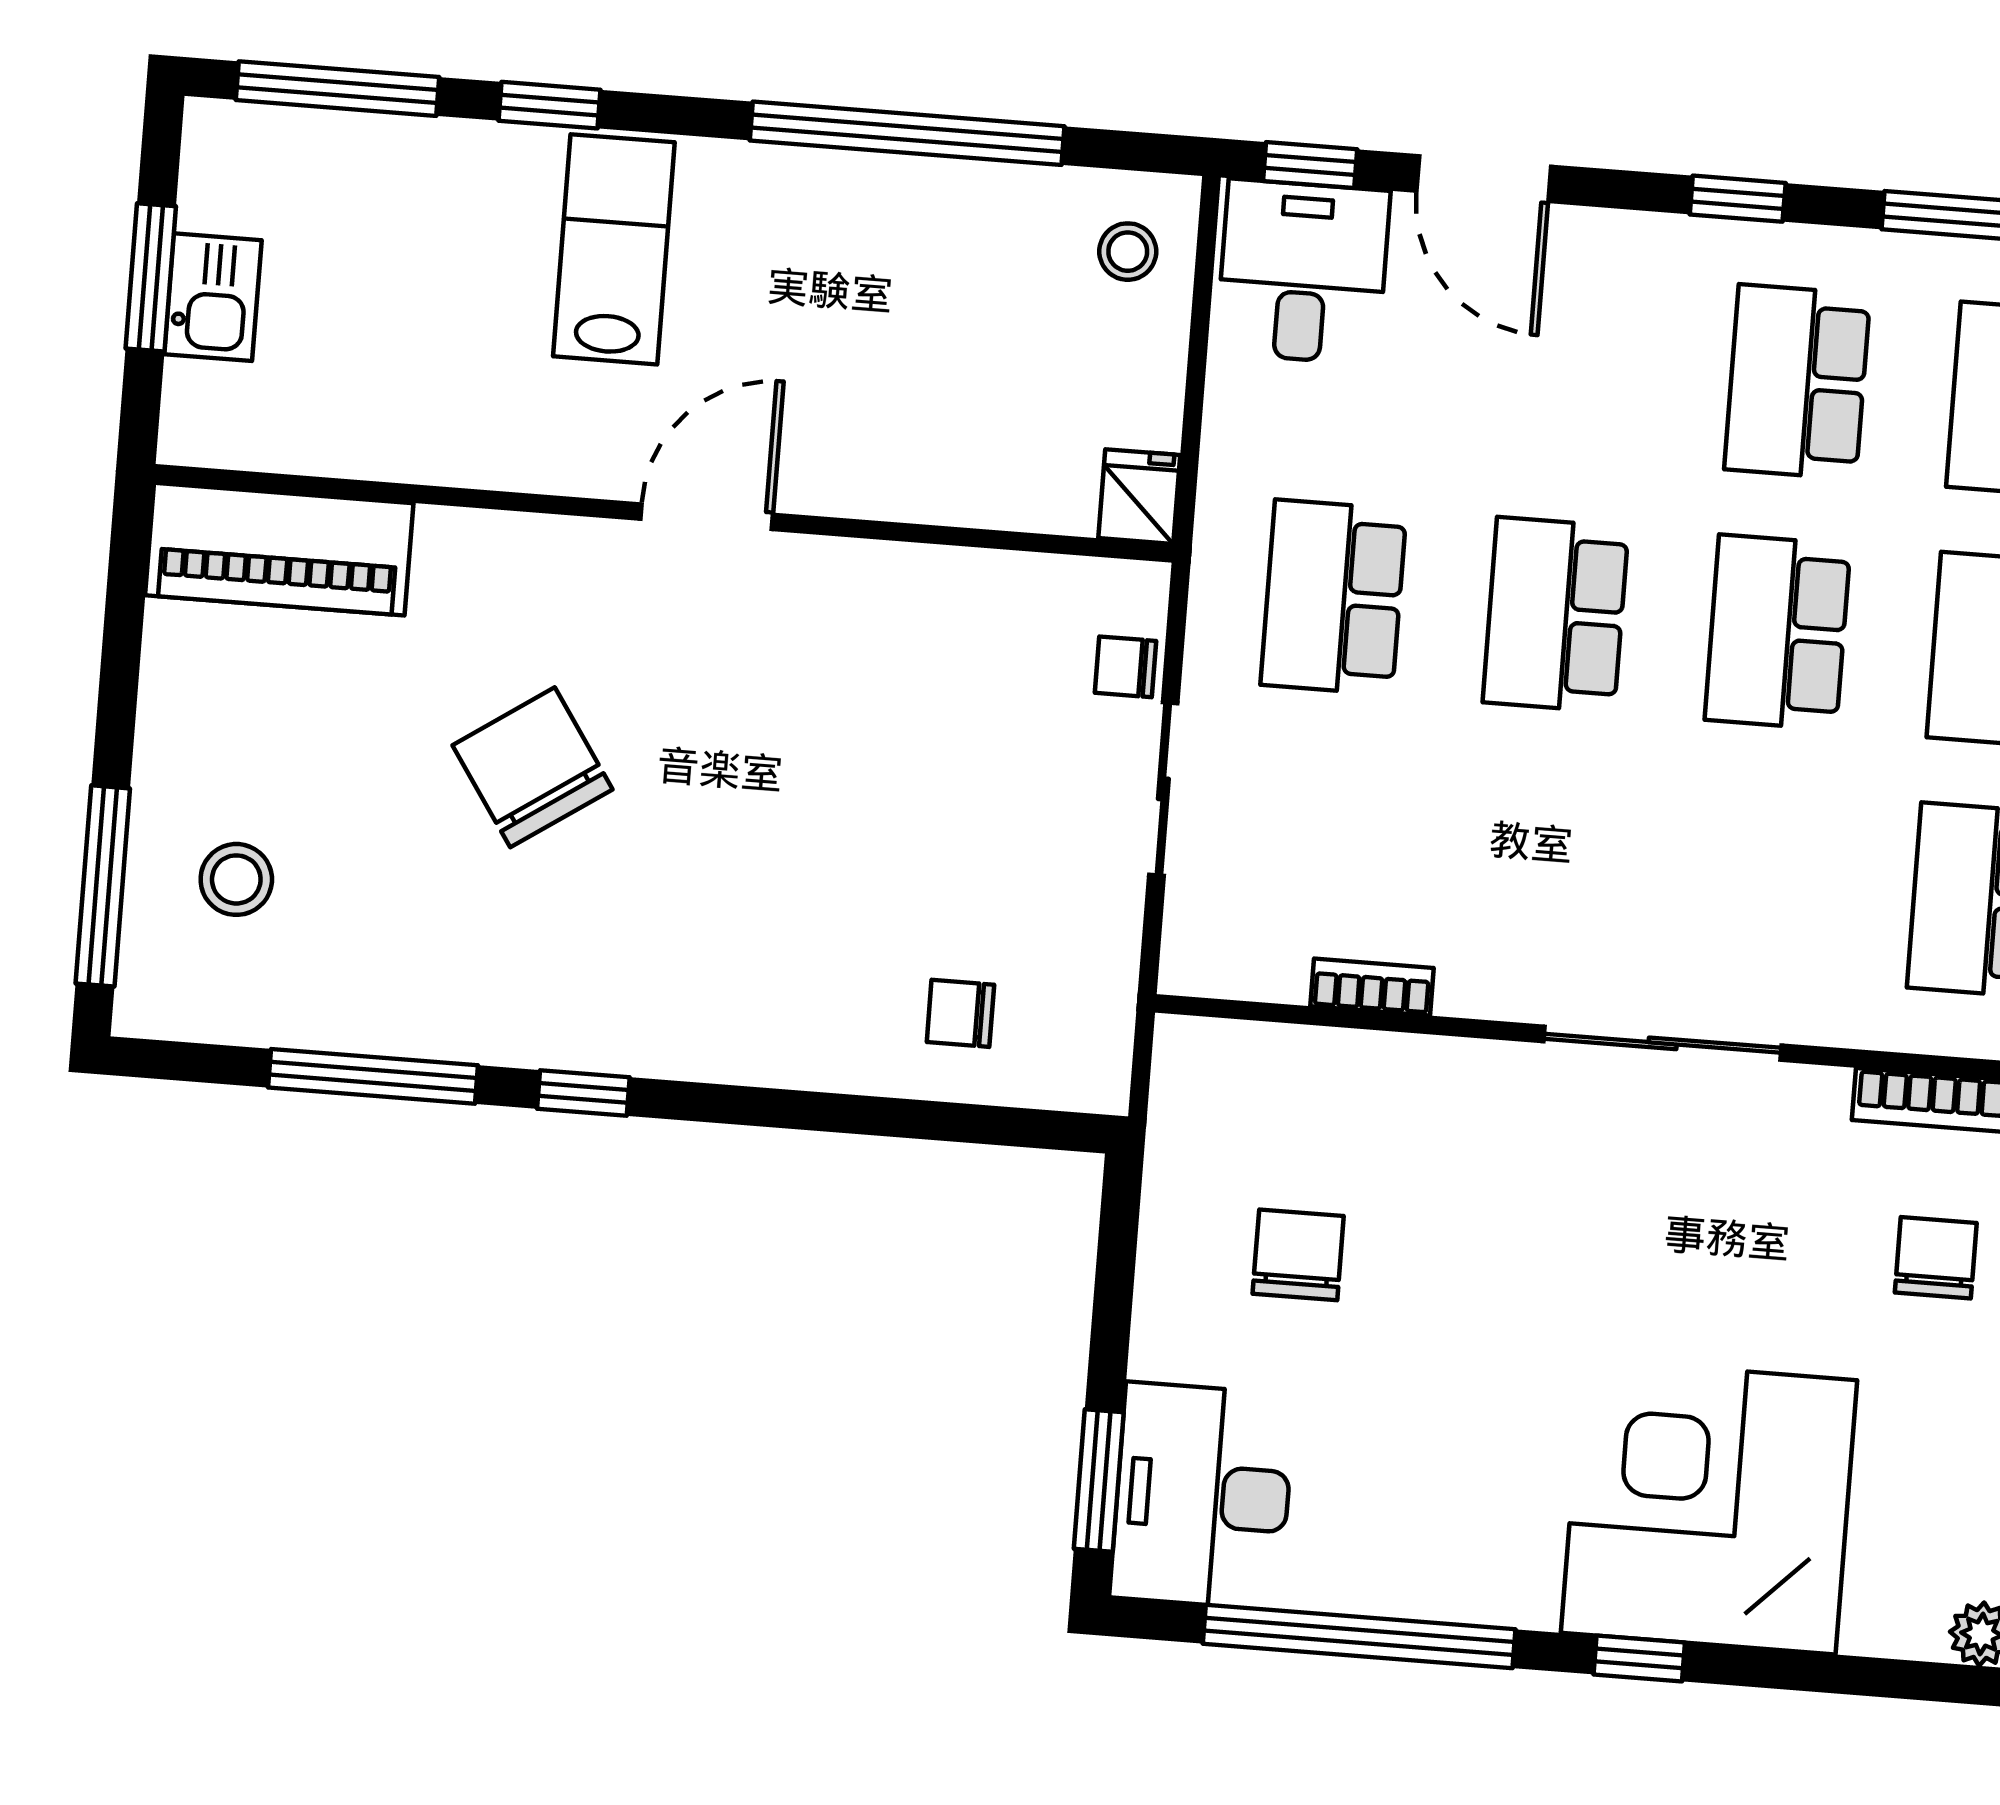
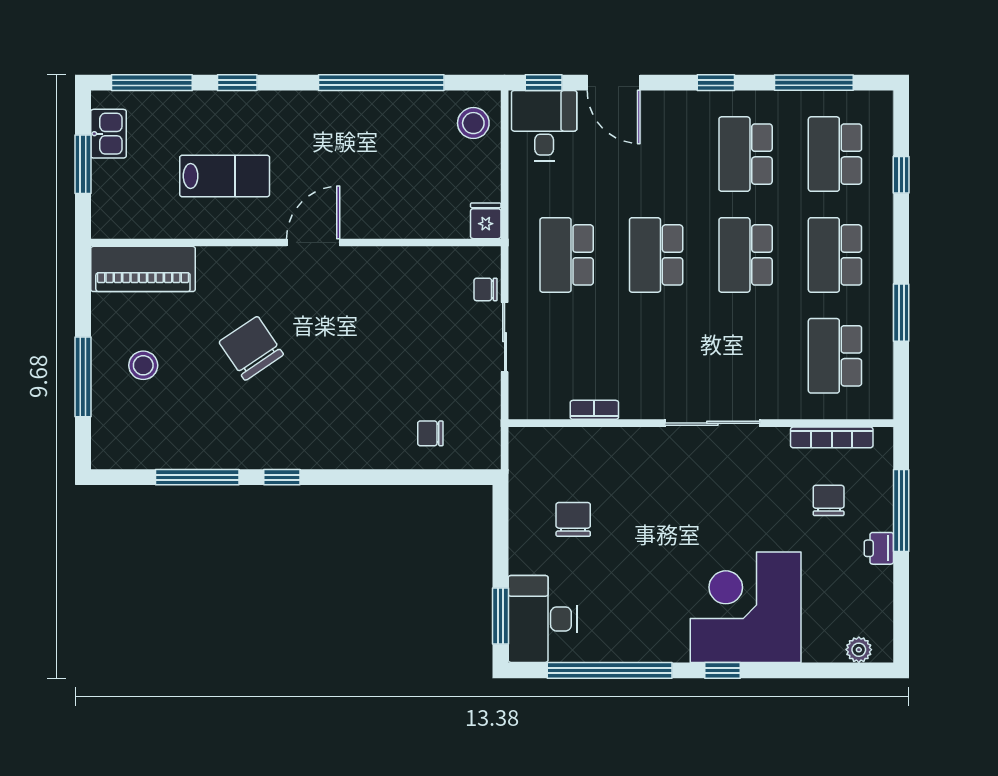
lab bench: (614, 249) -> (225, 176), moved, turned 90
stool: (1128, 252) -> (473, 123), width x1.37, depth x1.37
kitchen sink: (213, 297) -> (108, 134), moved
stool: (236, 879) -> (143, 365), moved
window: (103, 886) -> (83, 377), moved

